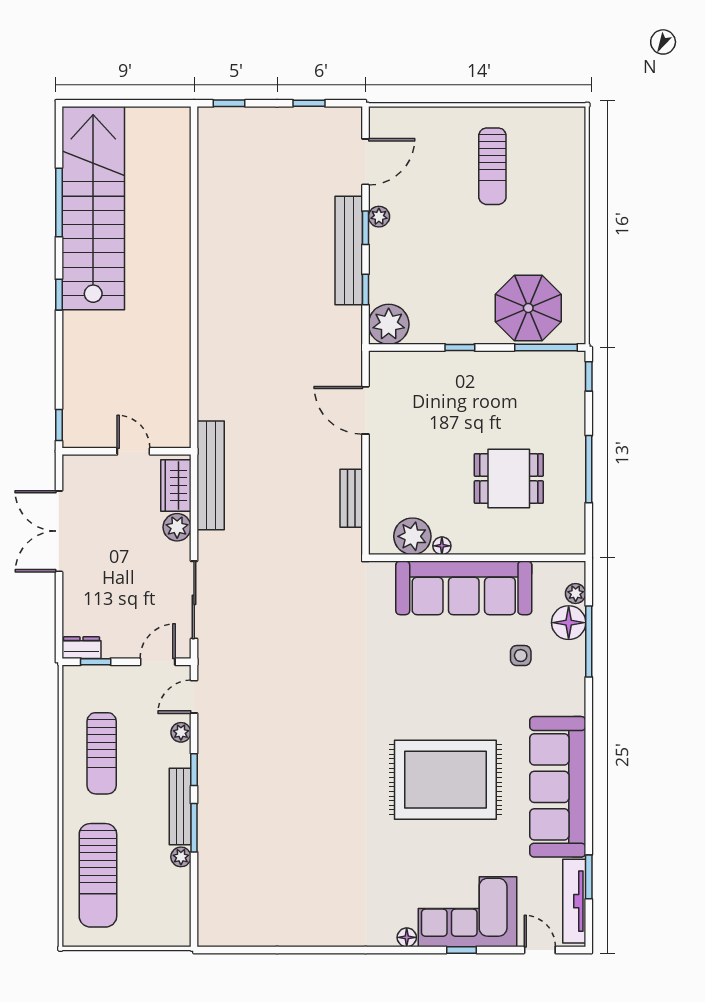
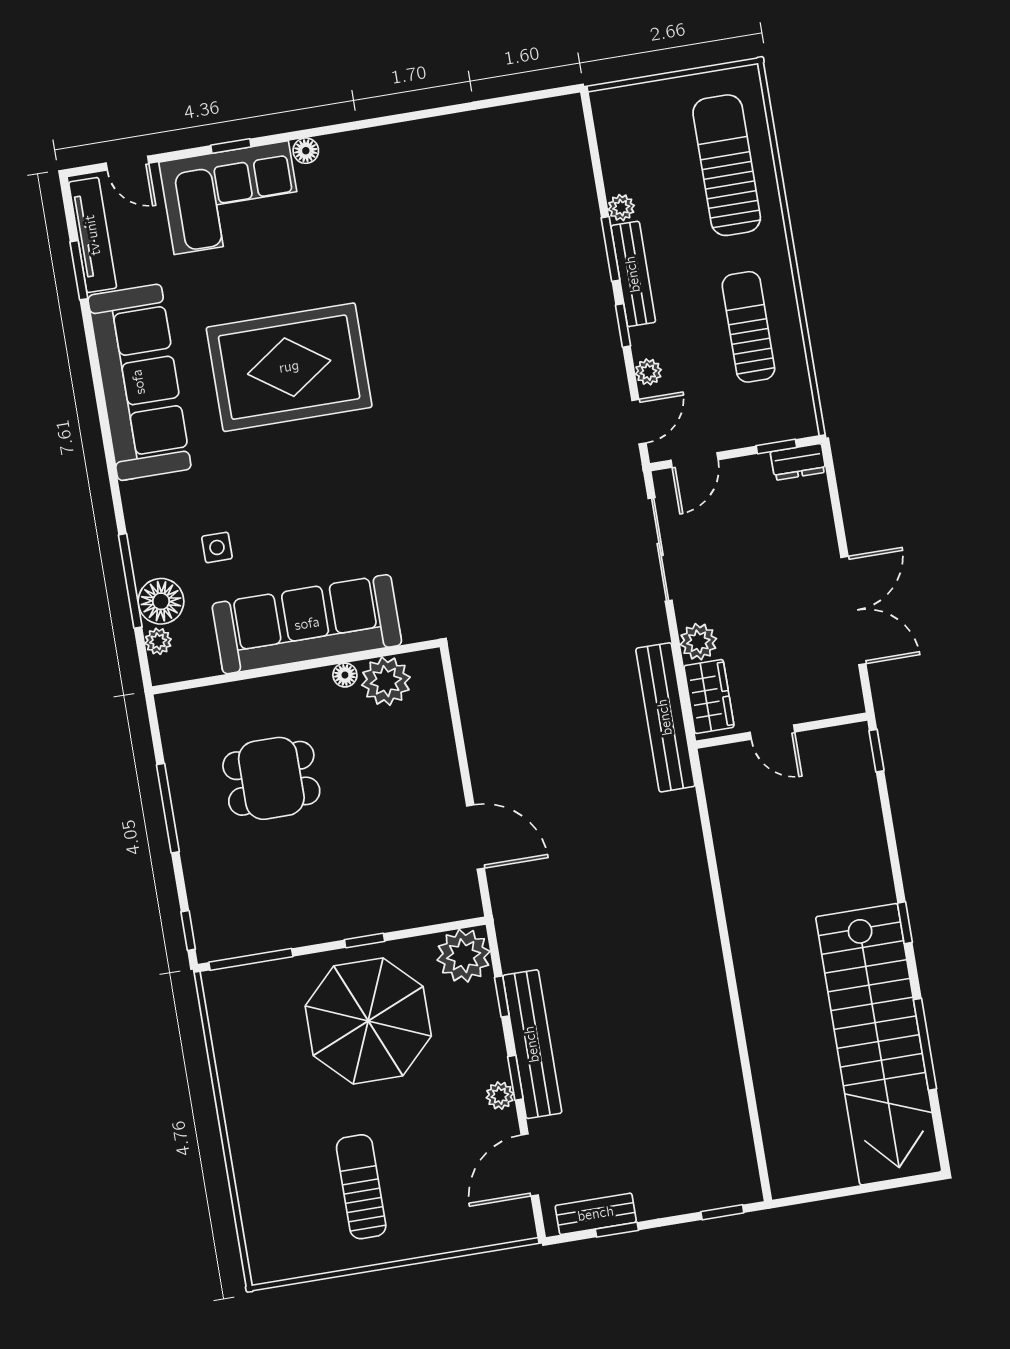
parasol: (528, 308) -> (368, 1021), moved, width x1.36, depth x1.36
bench: (351, 498) -> (596, 1214), moved, turned 90

